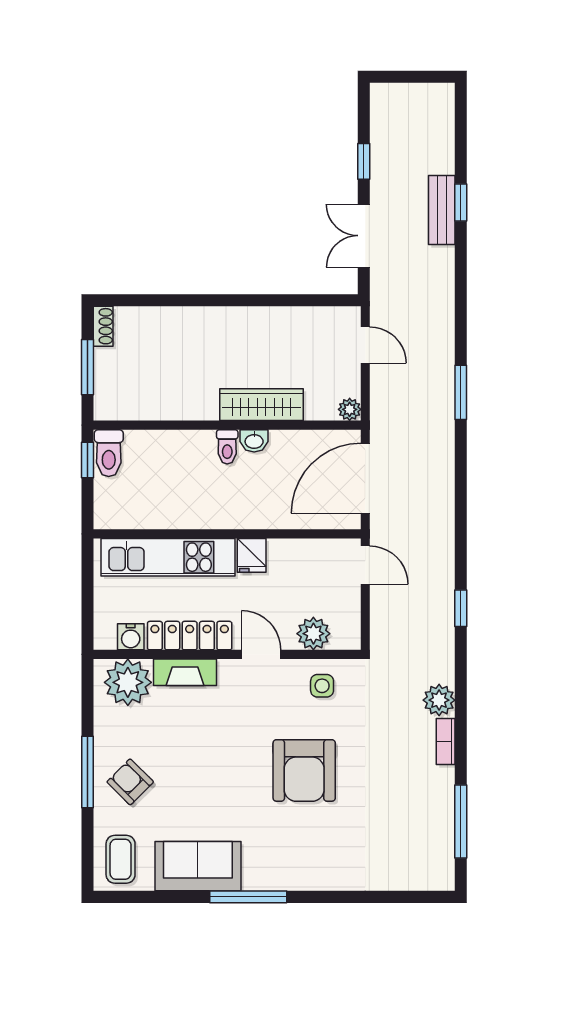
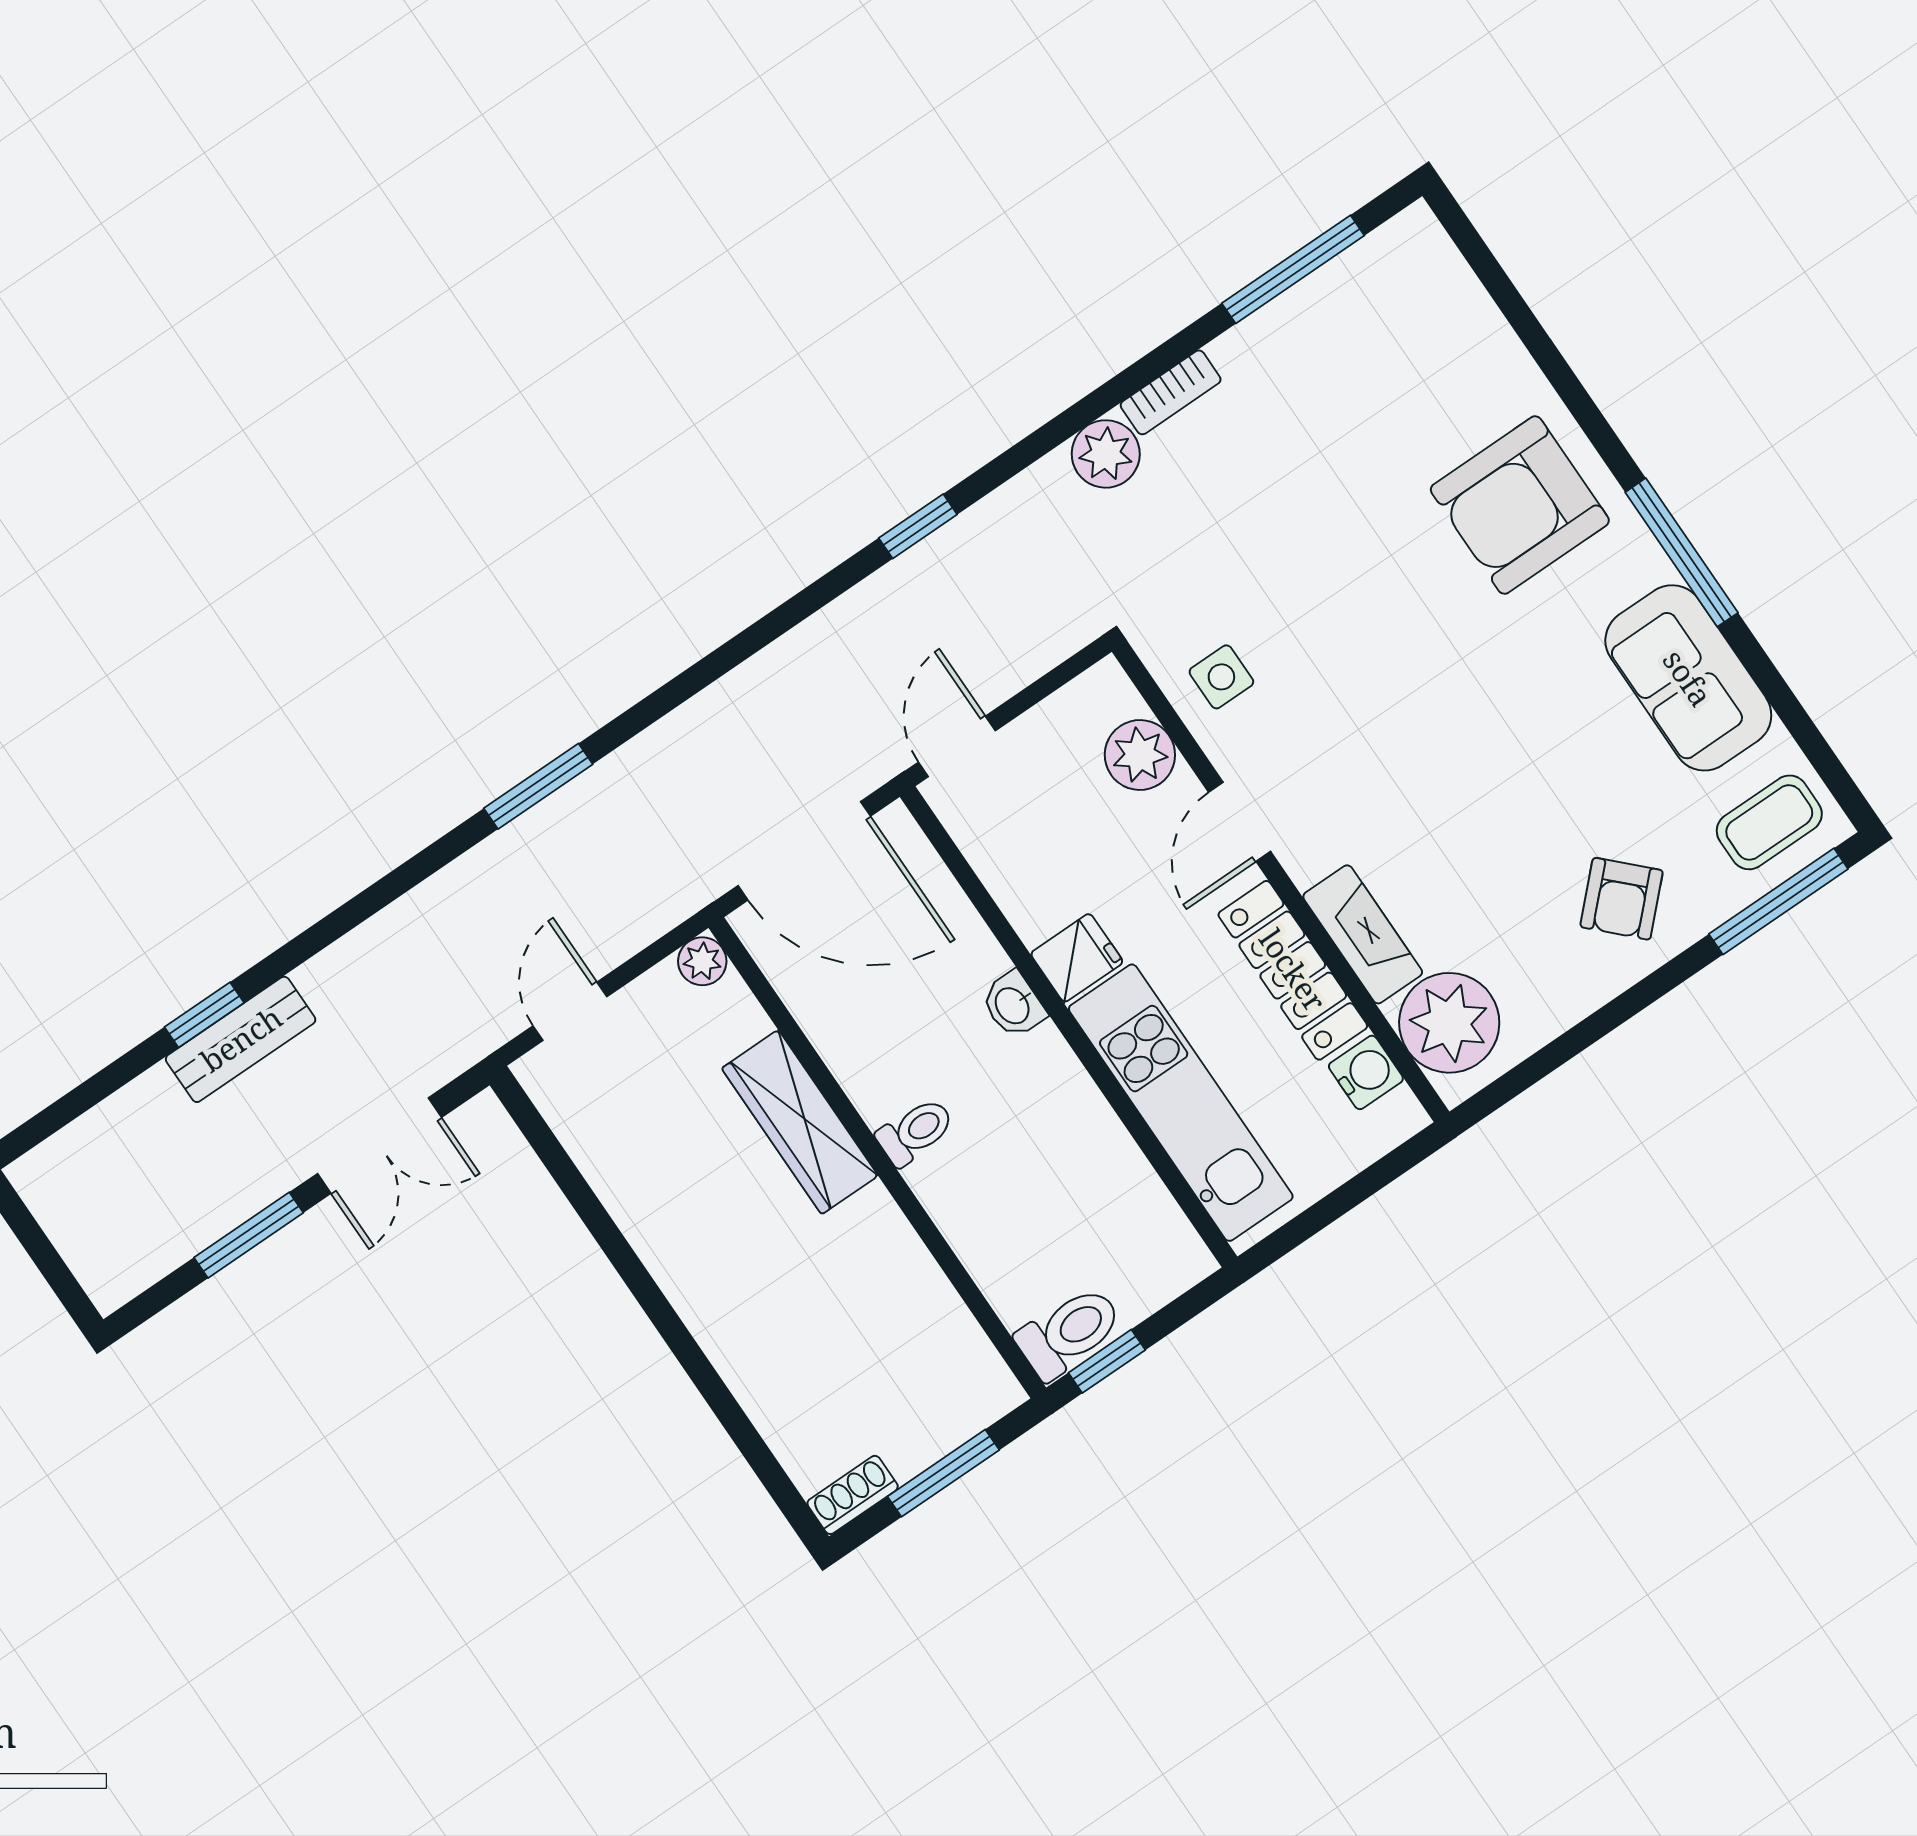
window: (364, 161) -> (249, 1235), width x1.50
washbasin: (254, 441) -> (1013, 1005), moved, turned 180
armchair: (304, 770) -> (1520, 505), moved, turned 180
window: (88, 772) -> (1778, 901), moved

